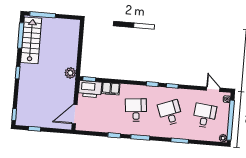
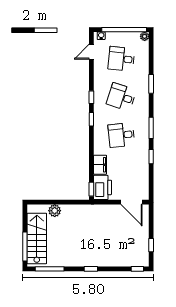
stairs: (31, 40) -> (37, 238), moved, turned 90
plant: (70, 73) -> (55, 211), moved
desk: (170, 113) -> (121, 97), turned 39

